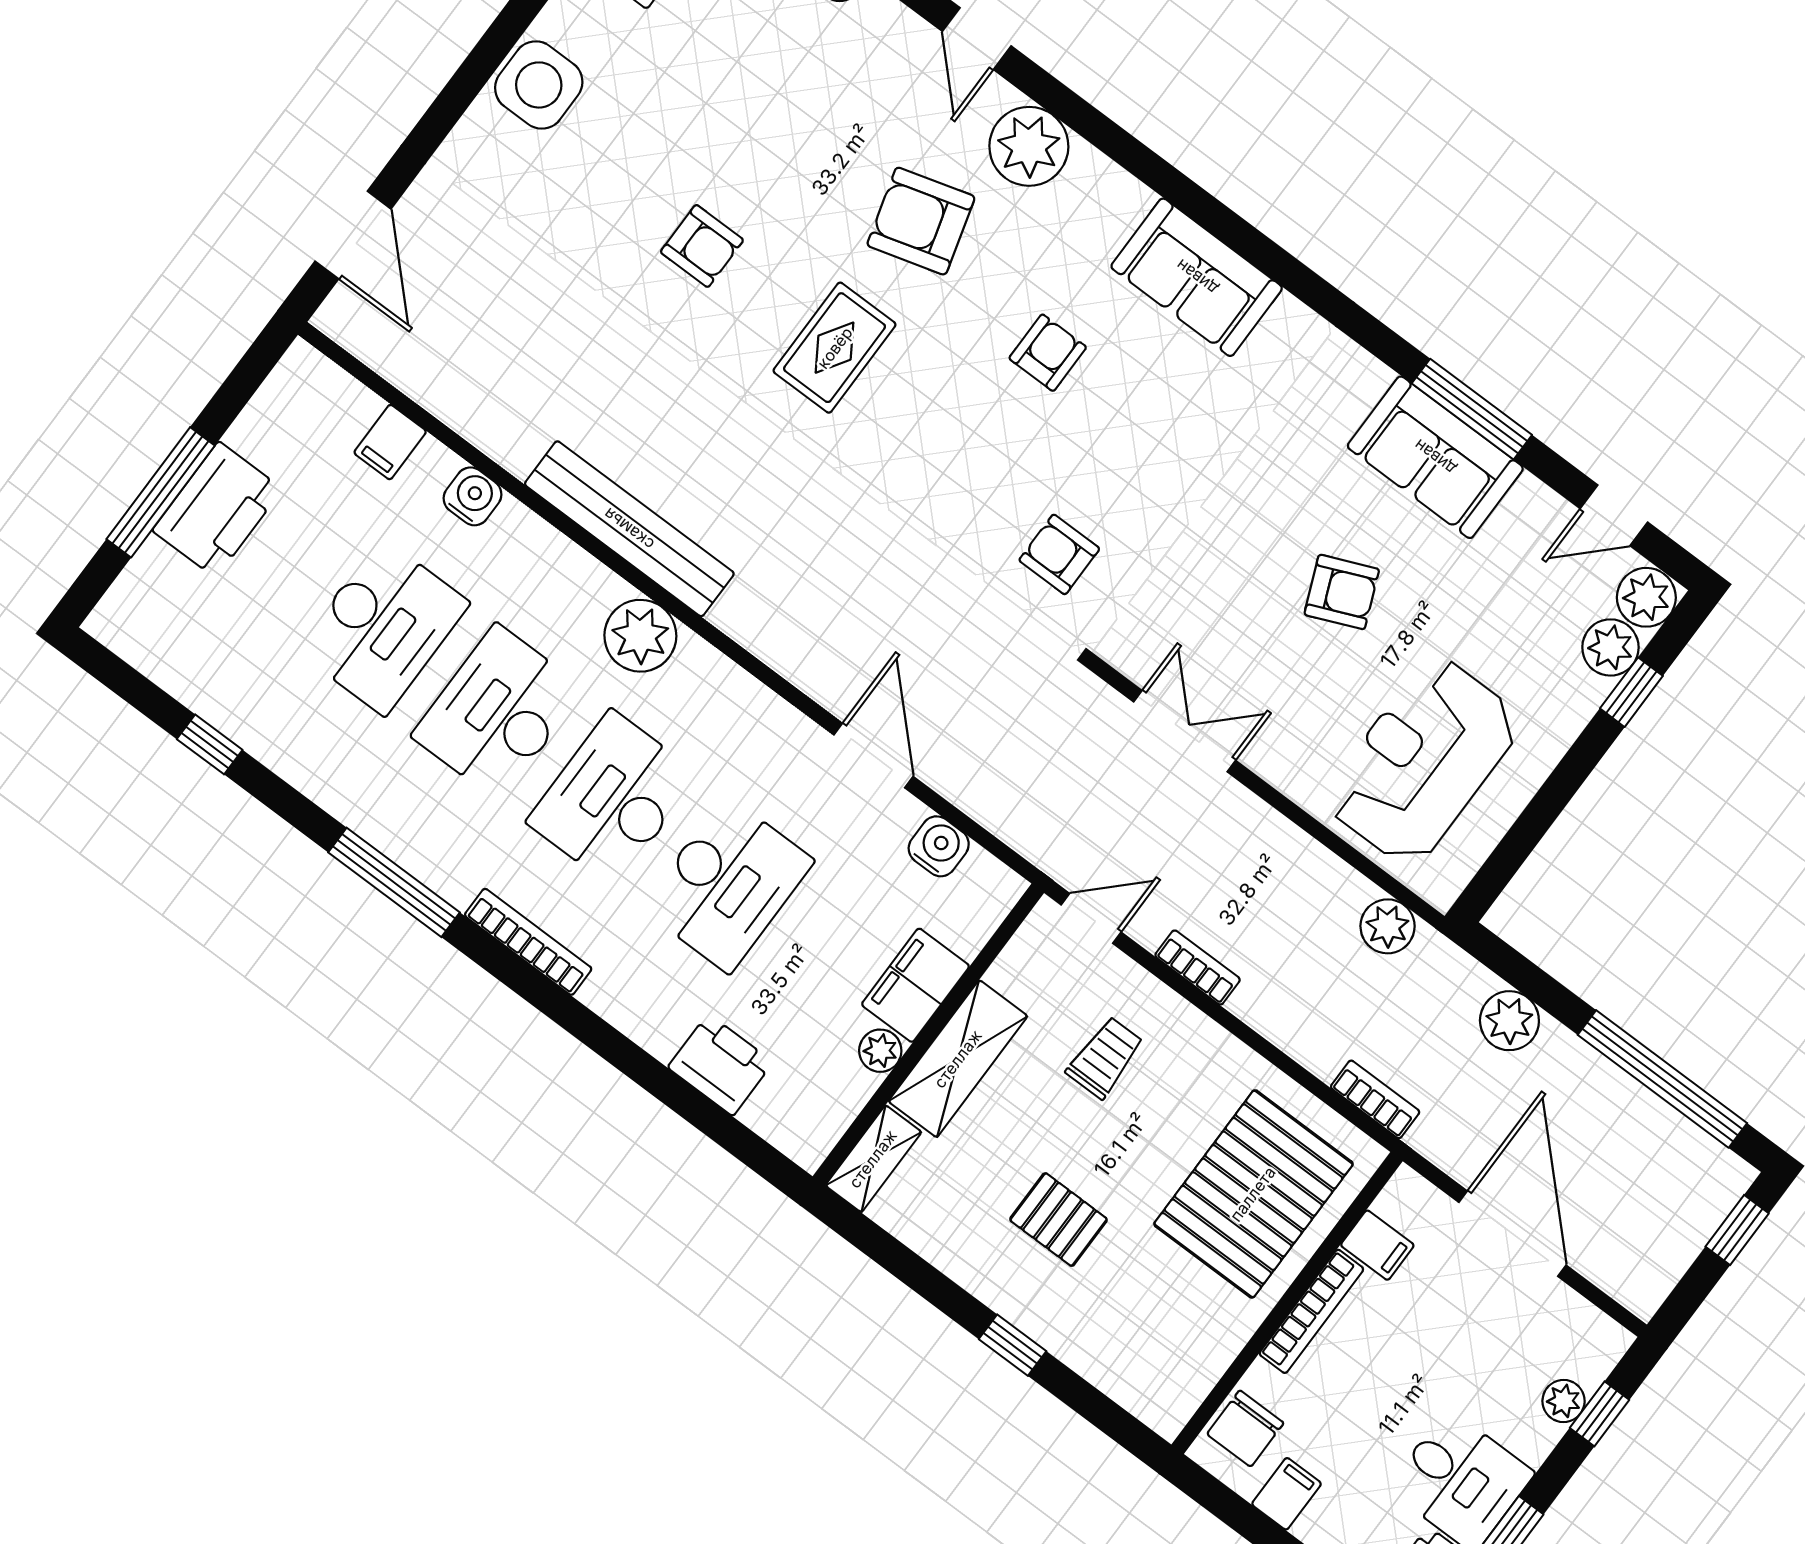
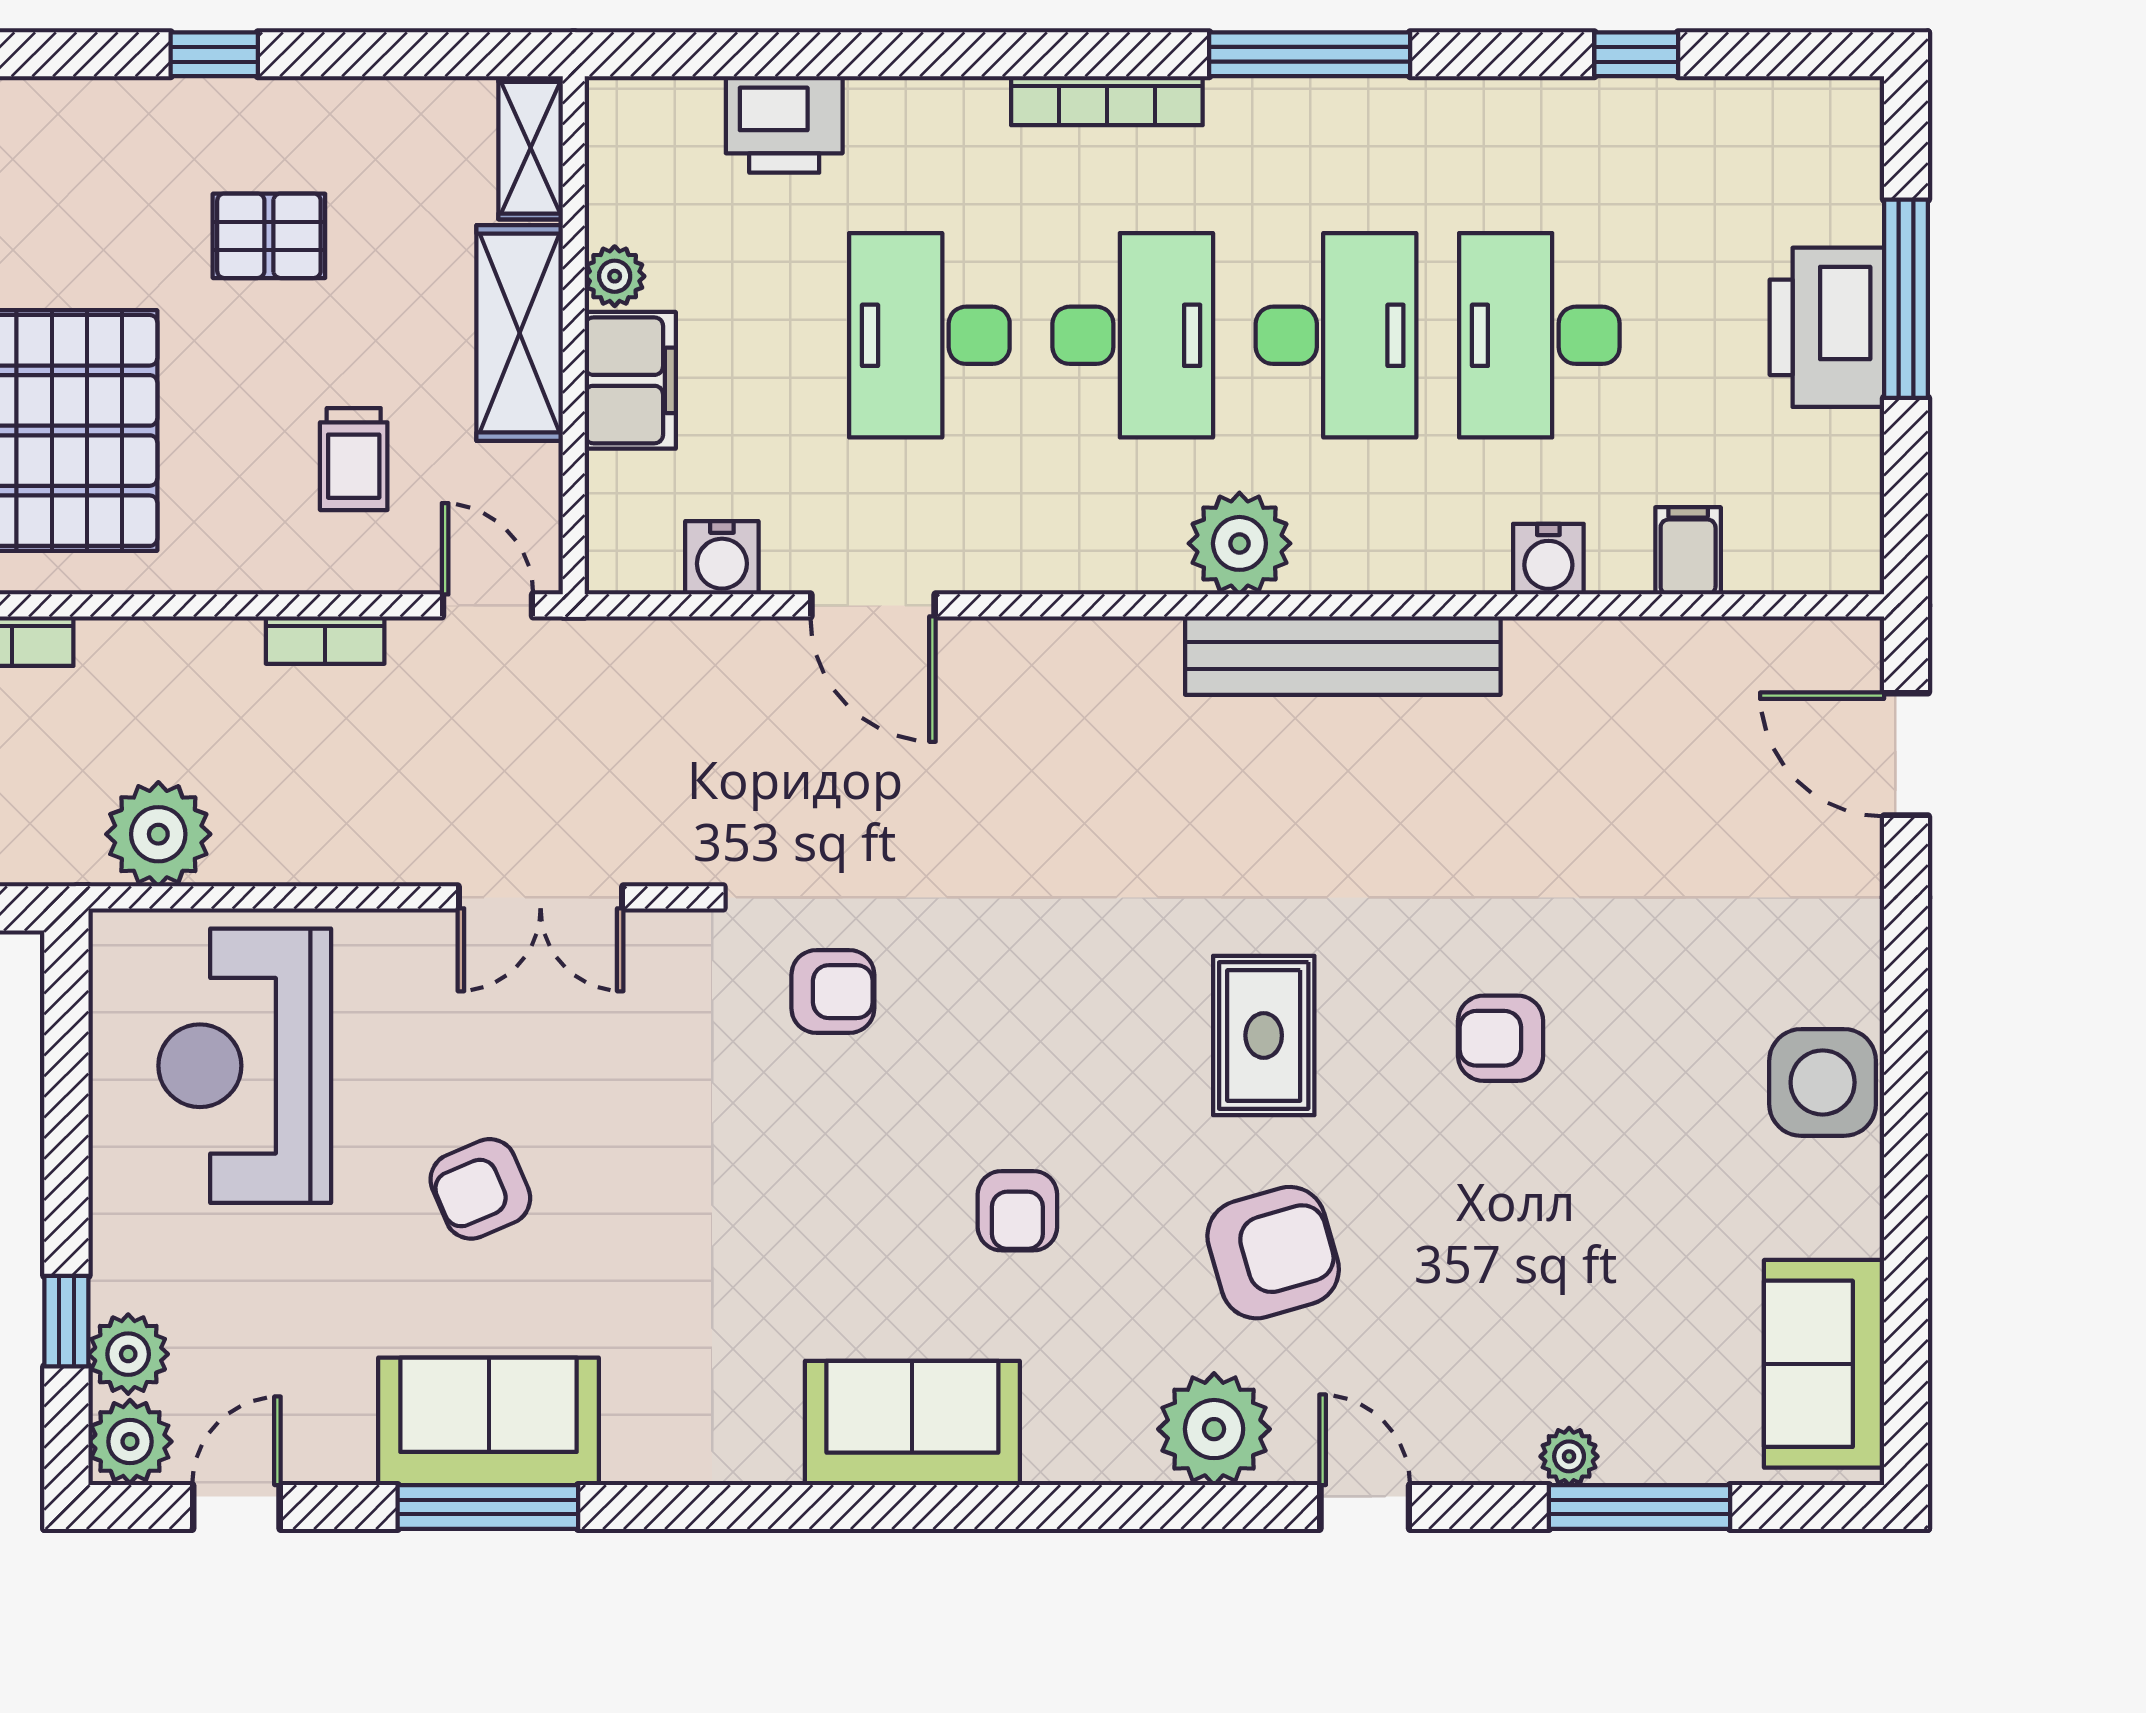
reception desk: (1423, 761) -> (245, 1066), turned 180
door: (1091, 918) -> (488, 605), swing flipped
plant: (1388, 926) -> (158, 834), width x1.36, depth x1.36

